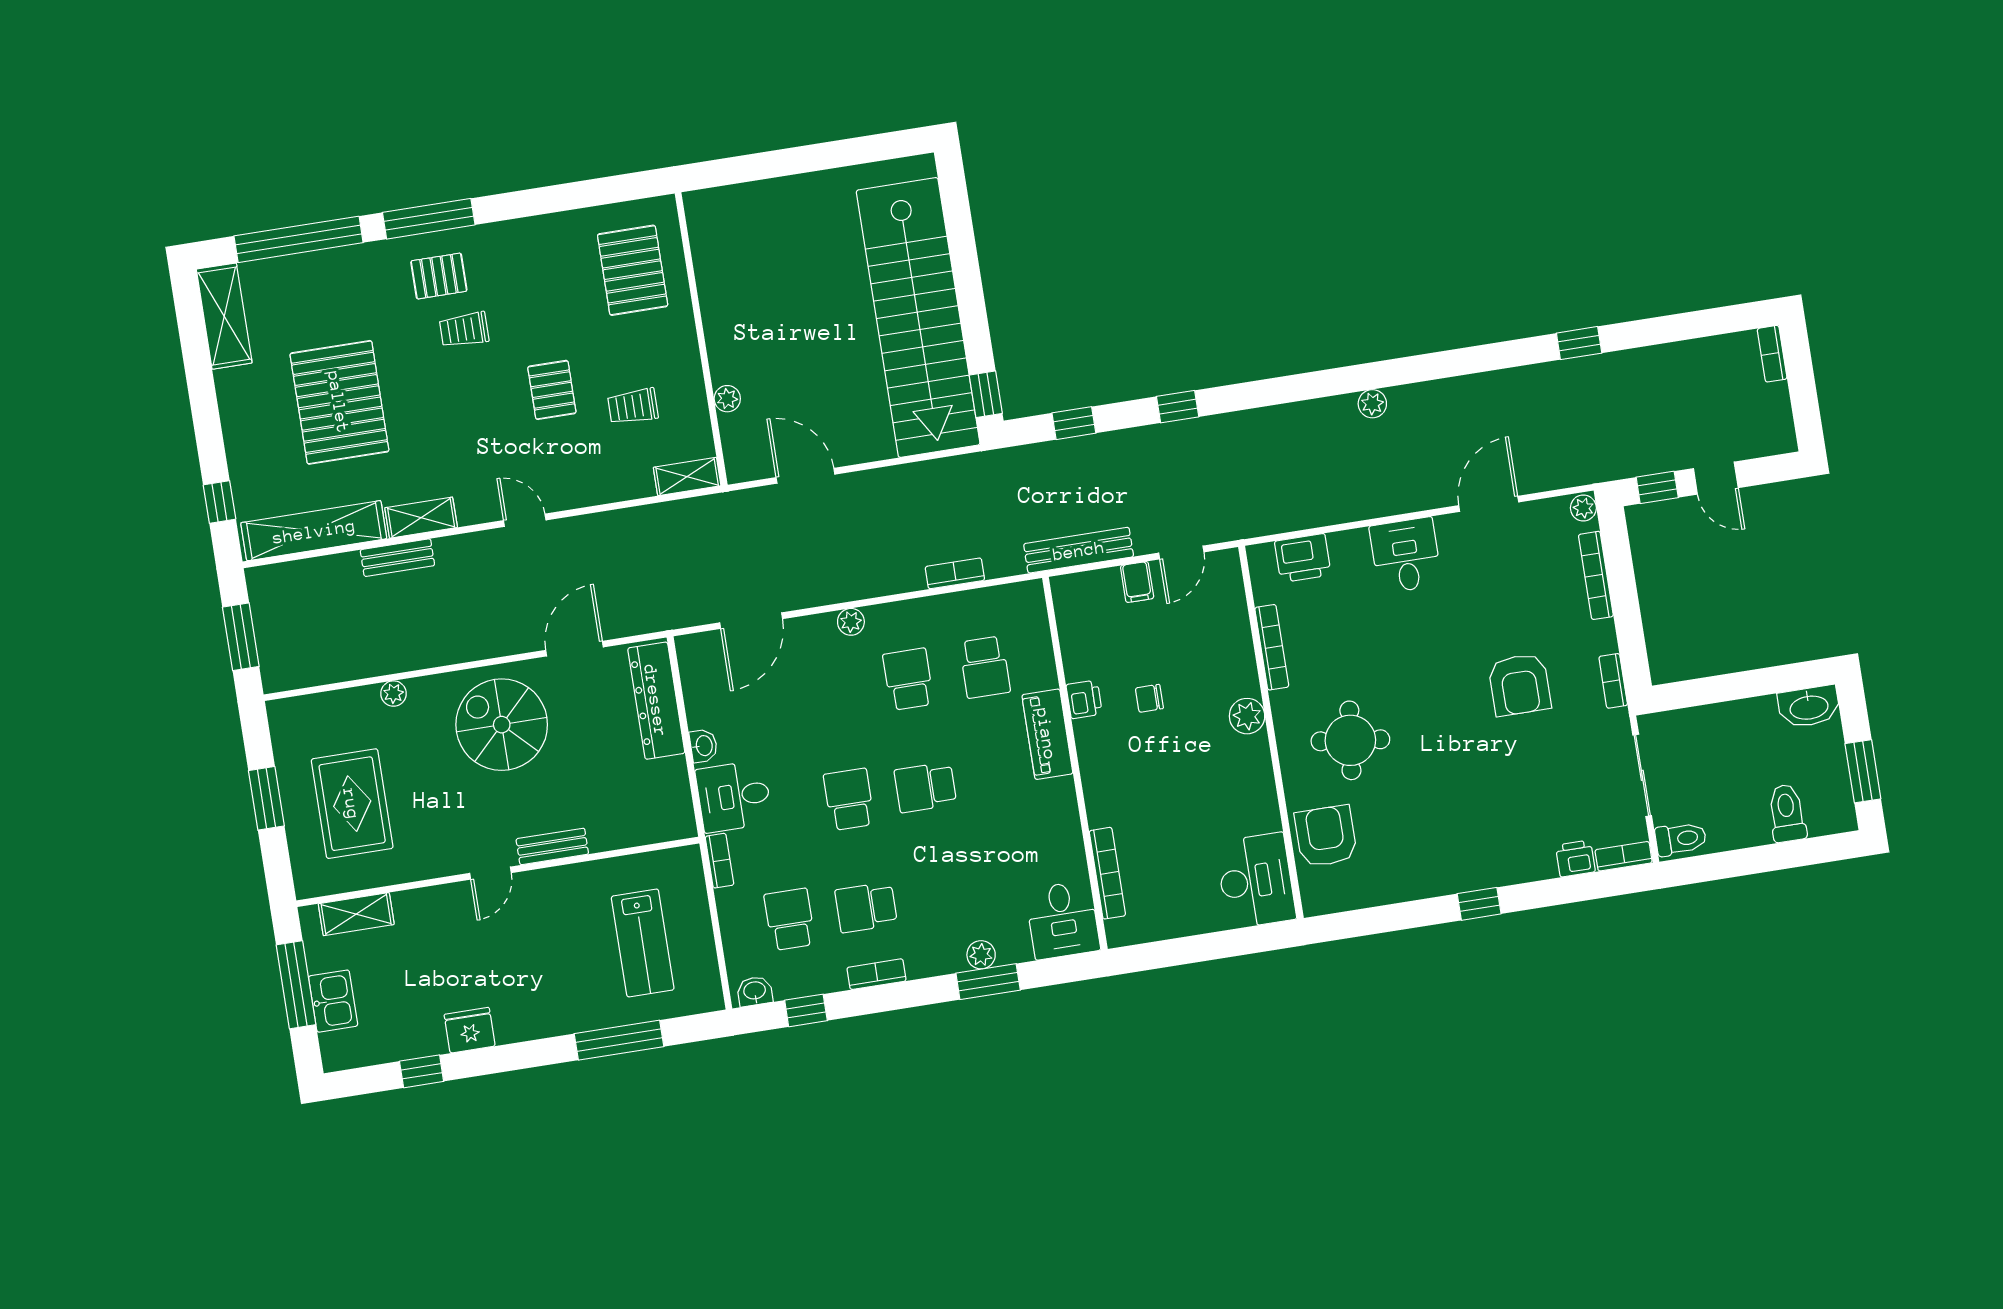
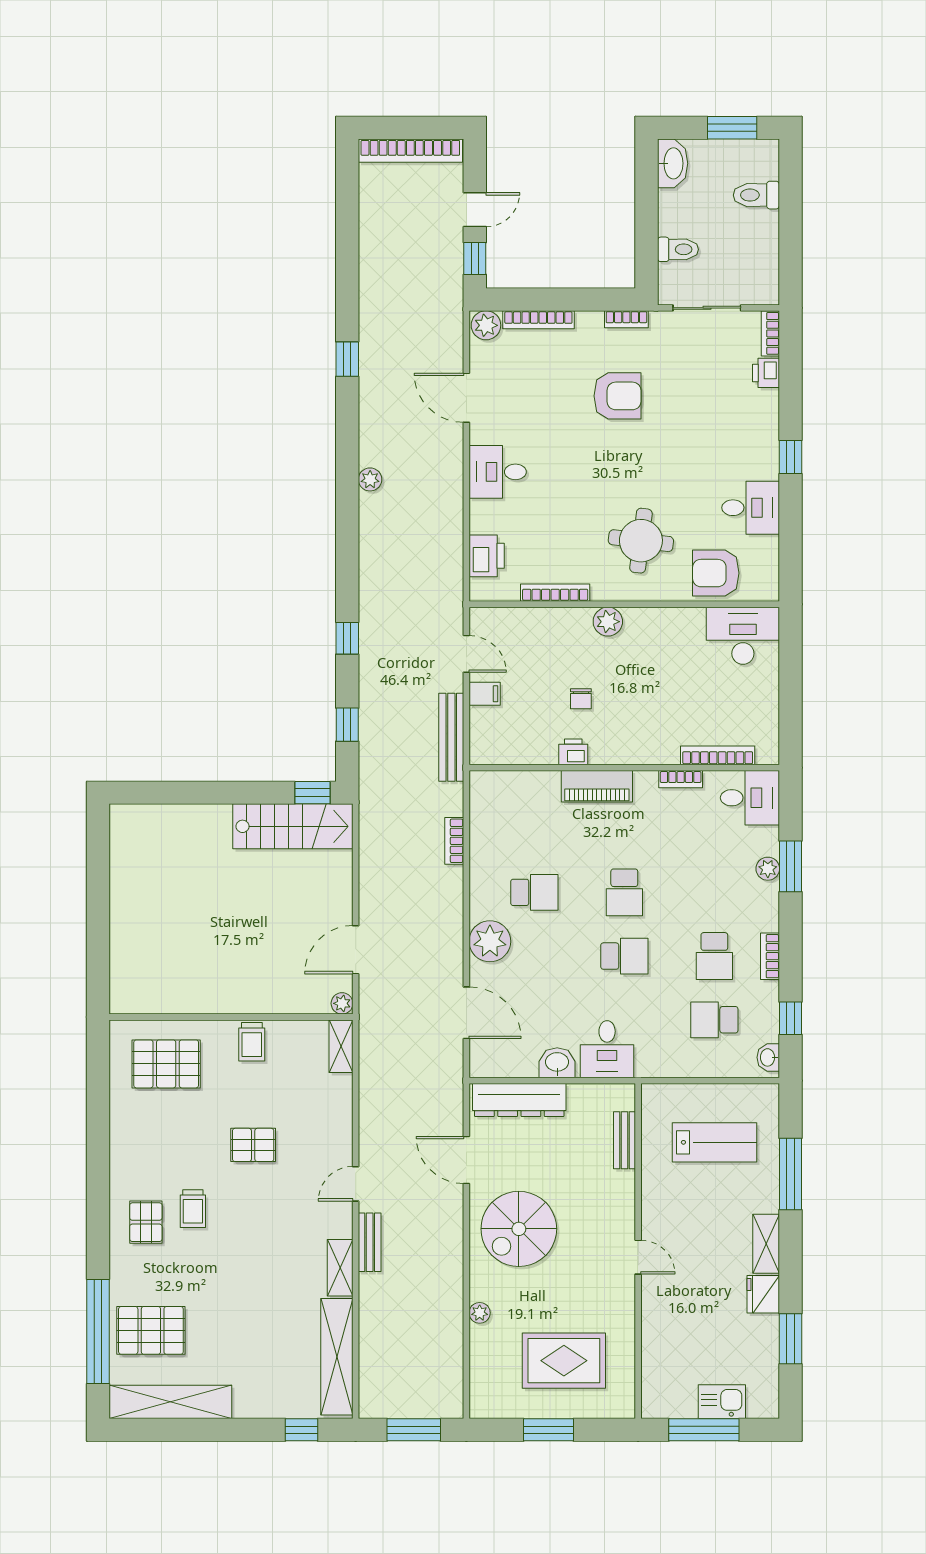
window: (429, 219) -> (98, 1223), removed
shelving: (224, 316) -> (170, 1402), width x1.47
stairs: (918, 317) -> (293, 826), width x0.54, depth x0.66
window: (1579, 343) -> (347, 359), moved
bookcase: (1772, 354) -> (410, 151), width x2.31, depth x1.31
plant: (727, 399) -> (342, 1003), moved
pallet: (339, 402) -> (151, 1330), moved, width x0.73, depth x0.71
trolley: (633, 406) -> (252, 1042), moved
plant: (1583, 508) -> (486, 325), width x1.38, depth x1.38
bench: (397, 558) -> (370, 1242), moved
plant: (851, 622) -> (490, 941), width x1.87, depth x1.87
school desk: (985, 667) -> (534, 829), removed
school desk: (908, 679) -> (534, 892), turned 180
washbasin: (703, 746) -> (557, 1063), width x1.38, depth x1.45
school desk: (849, 799) -> (624, 956), turned 180
toilet: (1681, 839) -> (678, 249), moved, turned 90
bench: (552, 846) -> (624, 1140), moved
bookcase: (720, 861) -> (681, 779), moved, turned 180
desk: (1411, 866) -> (751, 508), added
shelving: (356, 914) -> (766, 1244), moved
window: (422, 1071) -> (791, 1339), width x1.50

